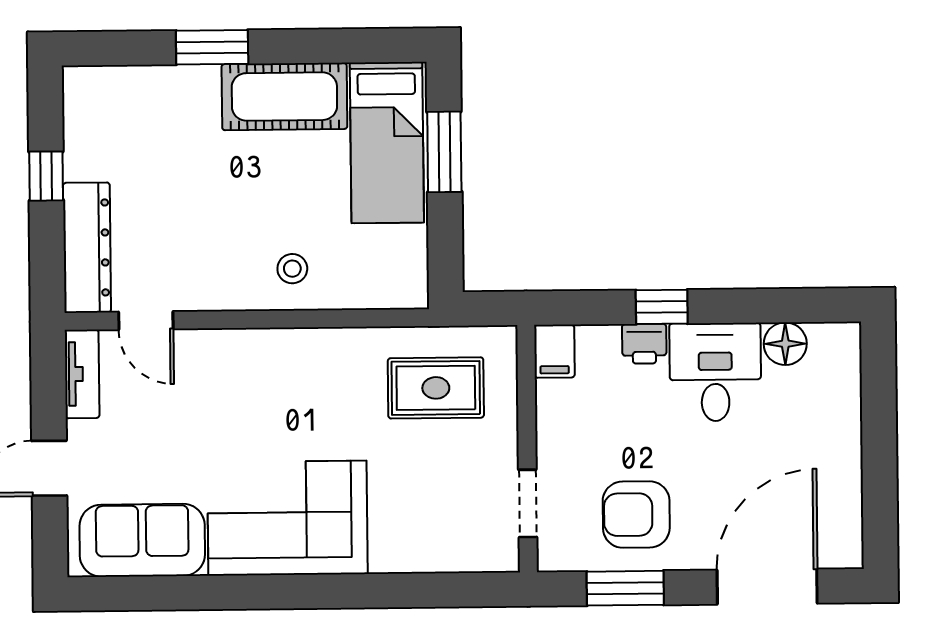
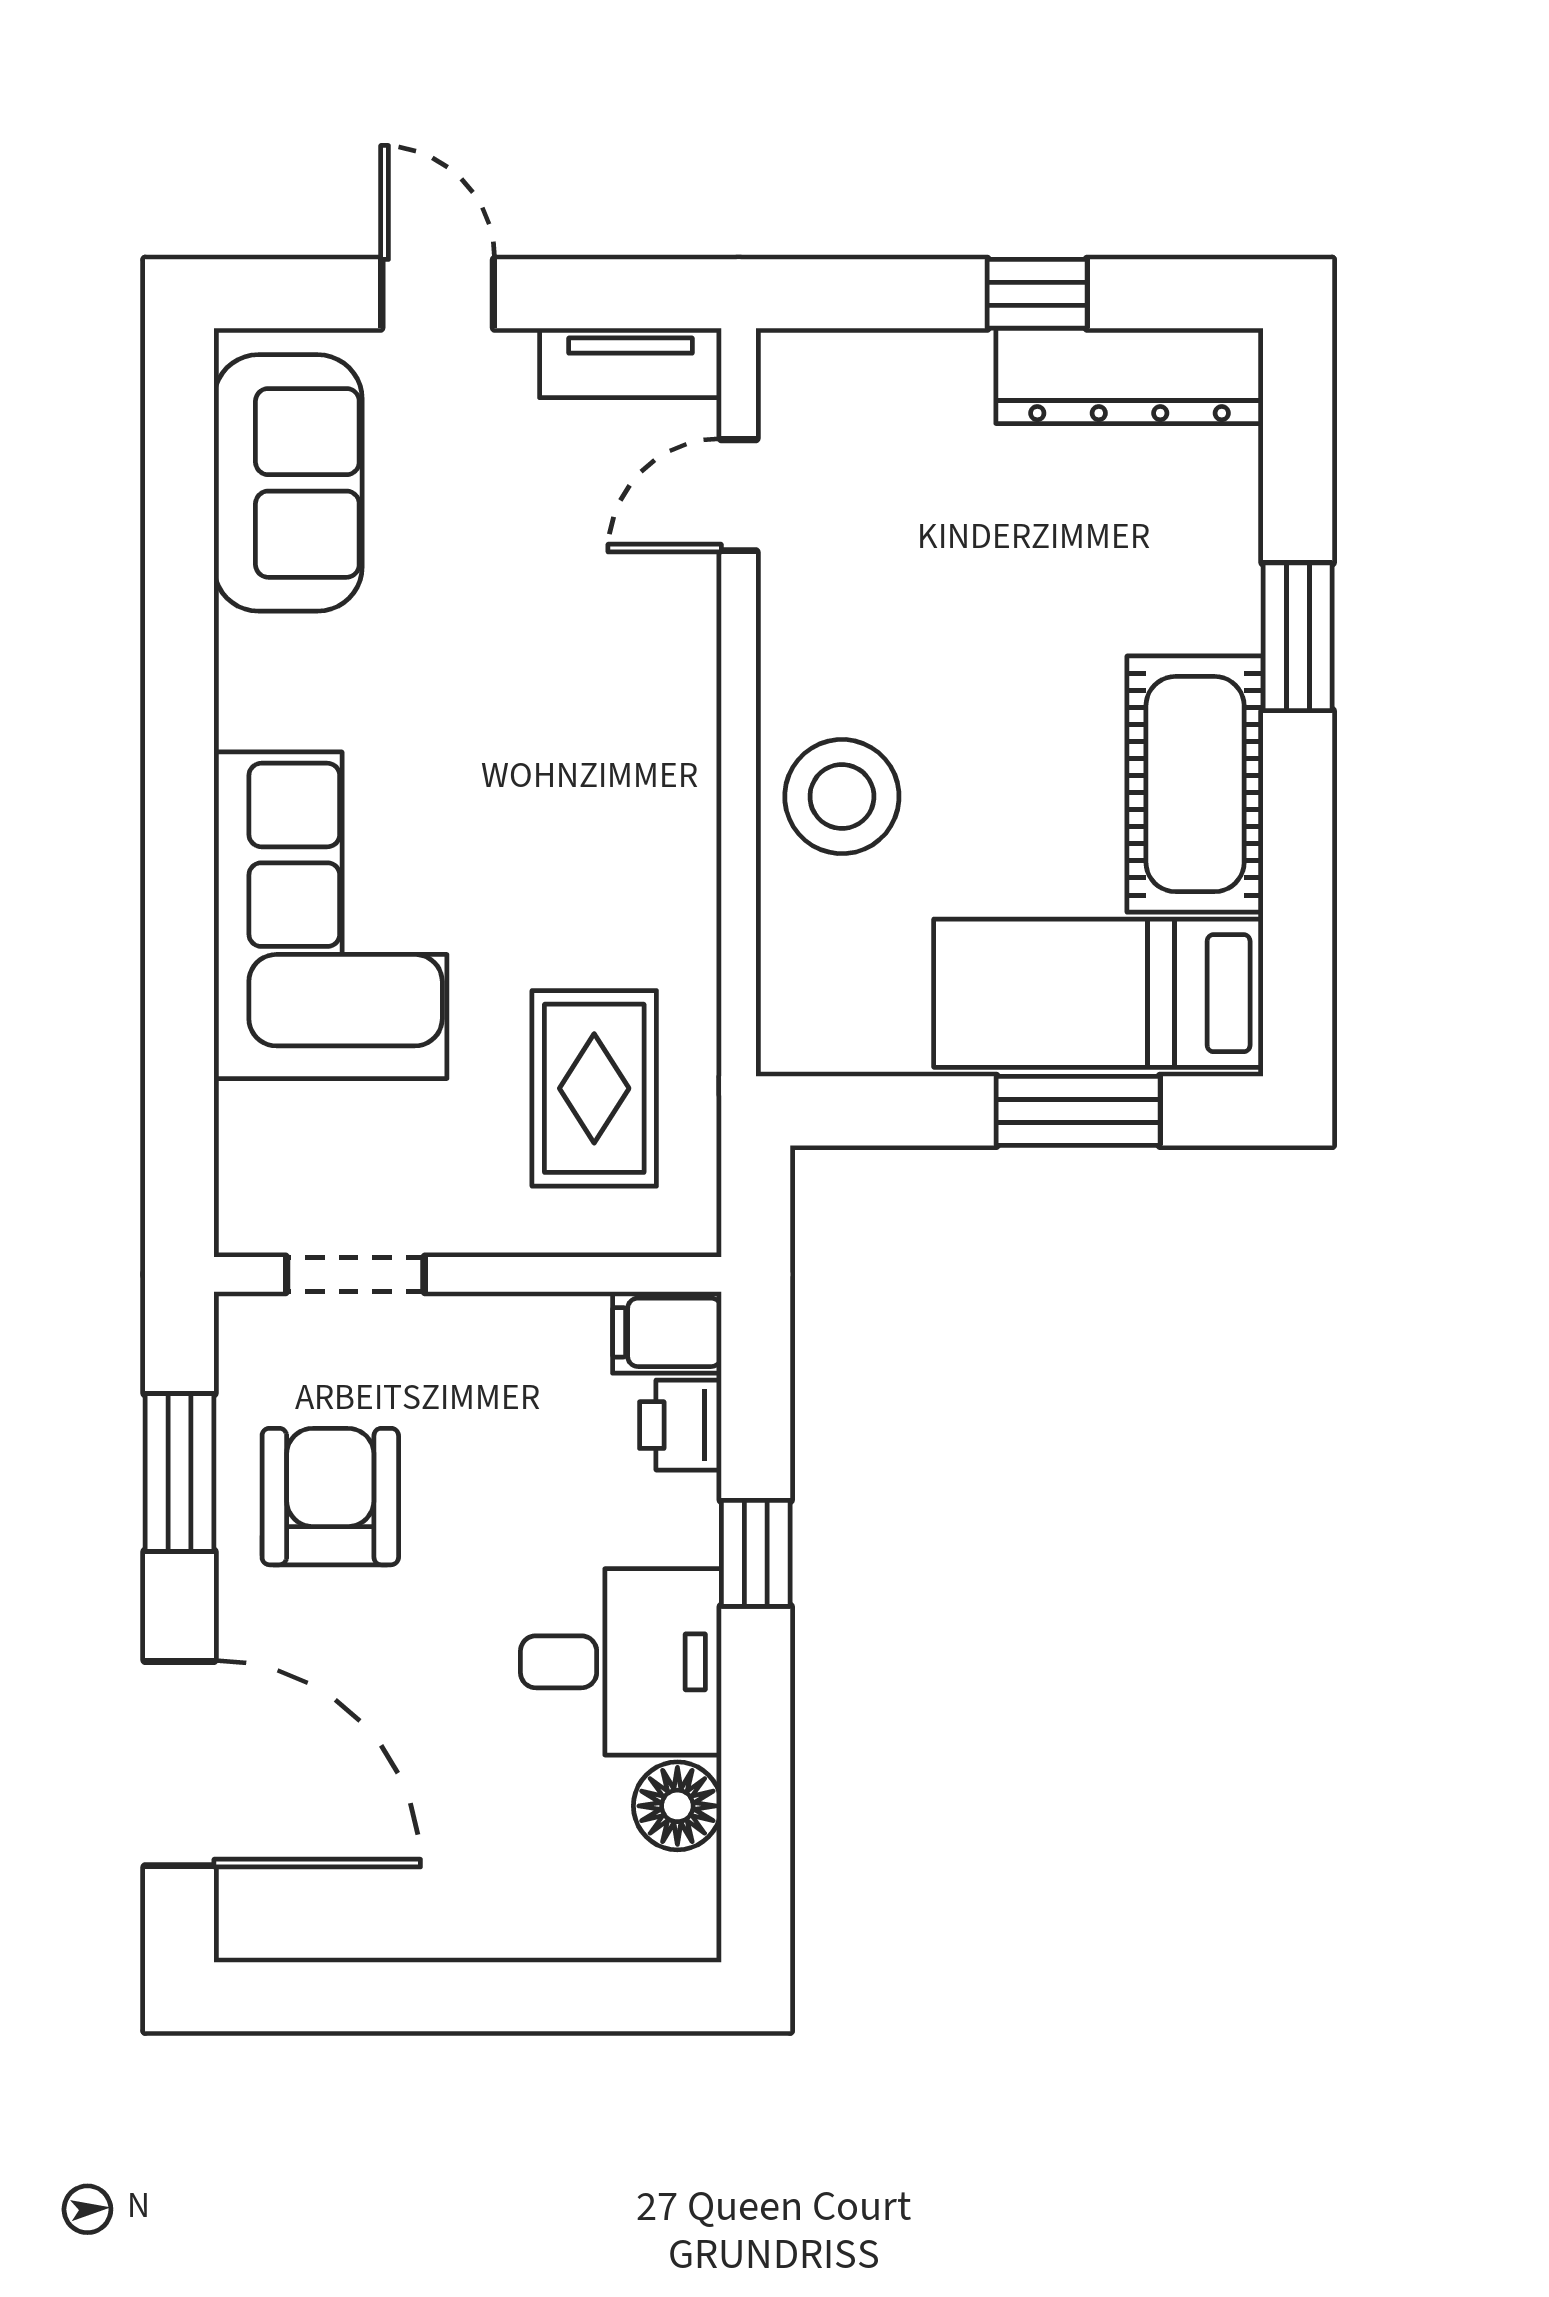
dresser: (87, 248) -> (1130, 376), moved
stool: (292, 269) -> (842, 797), width x1.89, depth x1.89
printer: (644, 344) -> (680, 1425), moved
corner sofa: (287, 518) -> (330, 915), moved

